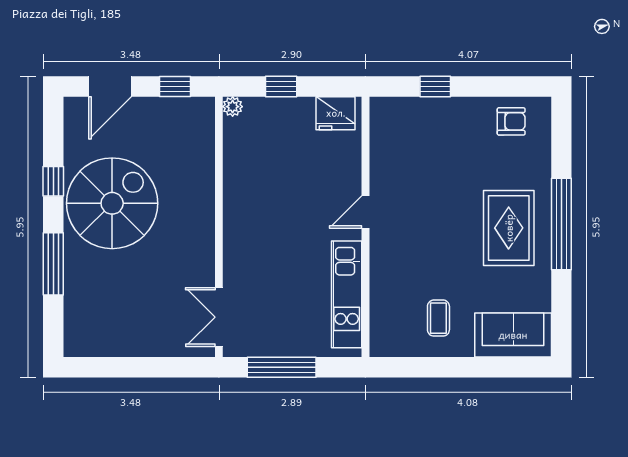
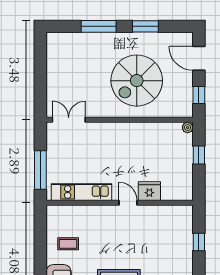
fridge: (336, 113) -> (149, 191), moved, turned 90
window: (53, 181) -> (145, 26), width x1.50
spiral stairs: (112, 203) -> (137, 81), moved, turned 90
window: (282, 367) -> (40, 170), moved

